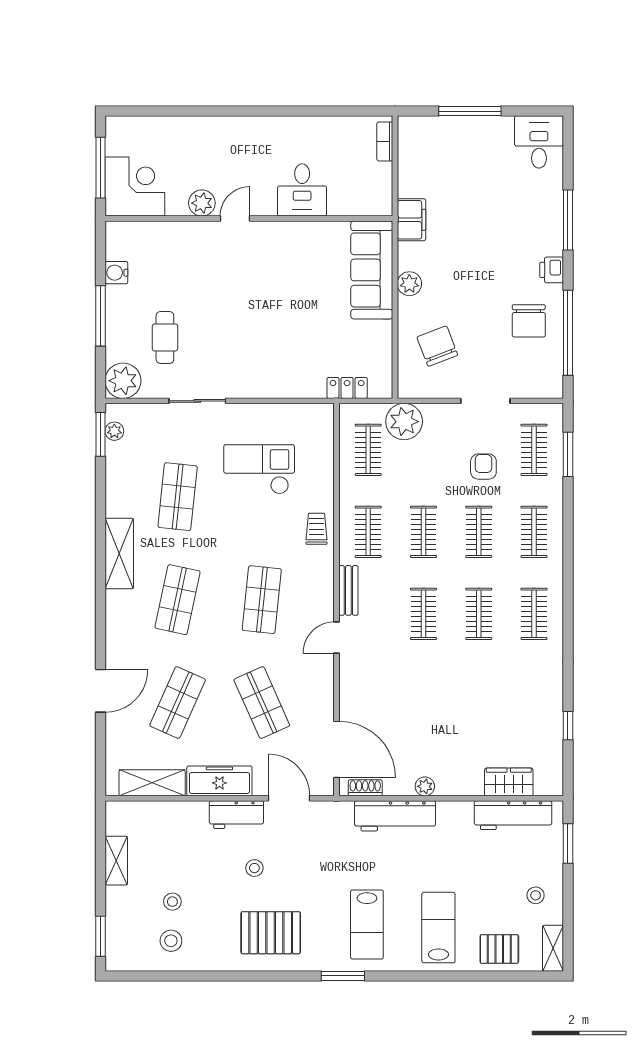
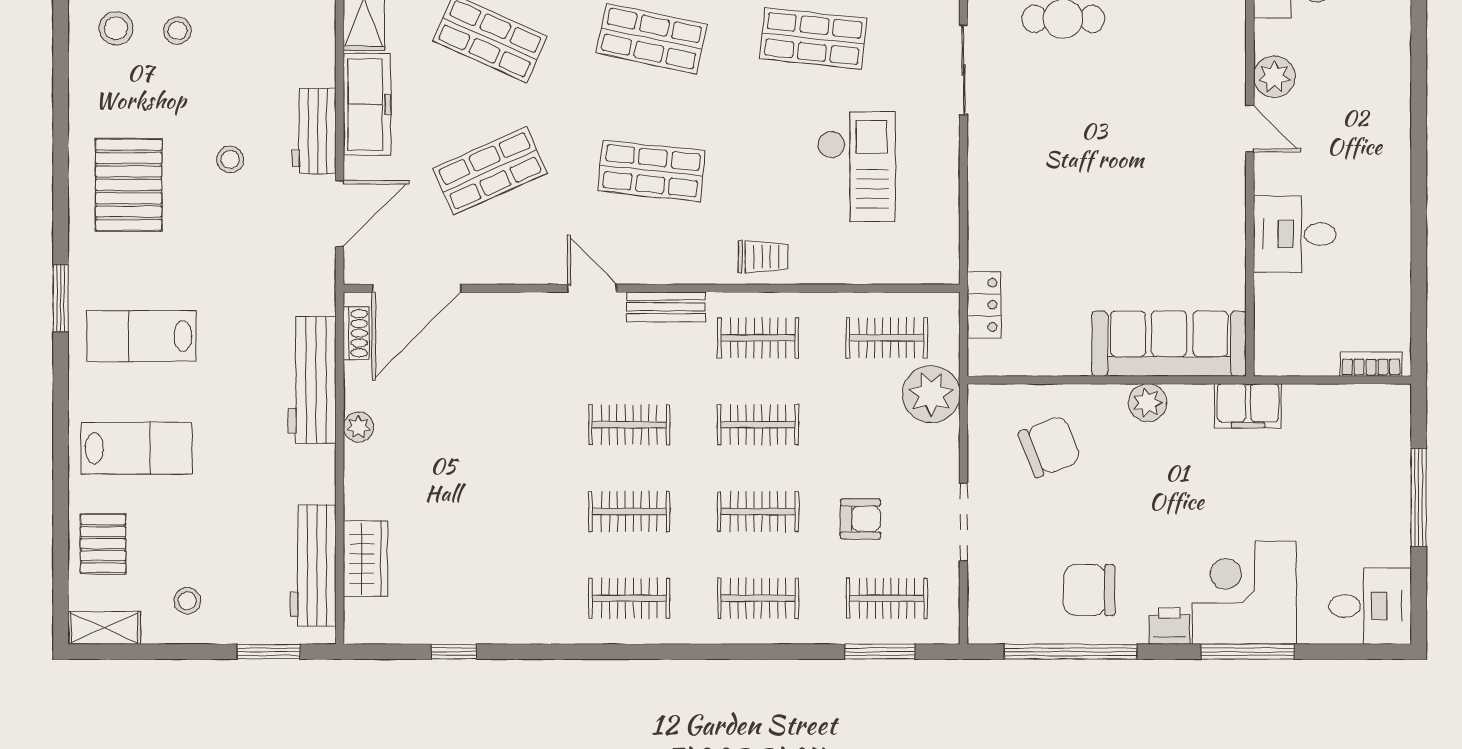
corner desk: (530, 222) -> (1244, 593), added

